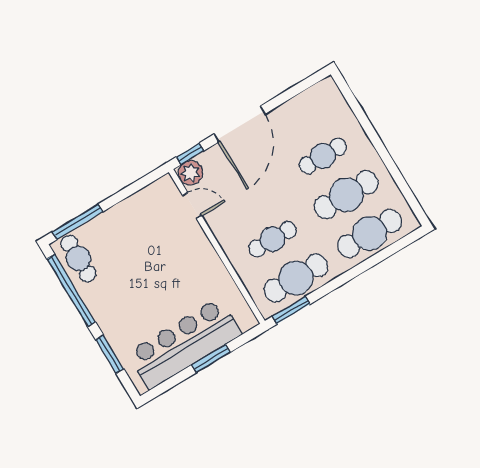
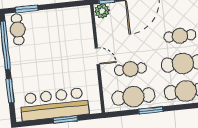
door: (192, 206) -> (97, 56), moved
window: (78, 222) -> (27, 9), width x0.69
window: (291, 310) -> (151, 110), moved

